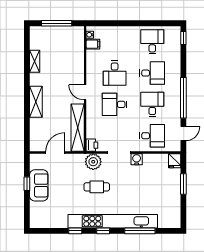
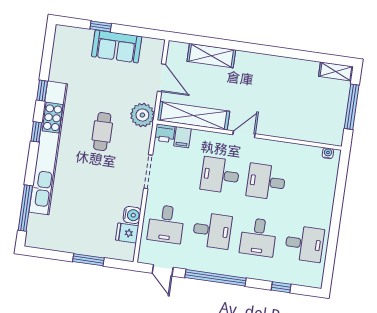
window: (183, 38) -> (281, 287), moved
filing cabinet: (93, 44) -> (182, 137), moved
shelving: (35, 61) -> (336, 71), moved
shelving: (36, 102) -> (211, 56), moved
desk: (115, 104) -> (220, 175), turned -90
water cooler: (137, 159) -> (132, 215), moved
fridge: (175, 161) -> (127, 233), moved
plant: (93, 162) -> (142, 115), moved
window: (27, 184) -> (101, 26), moved
window: (140, 231) -> (25, 208), moved

